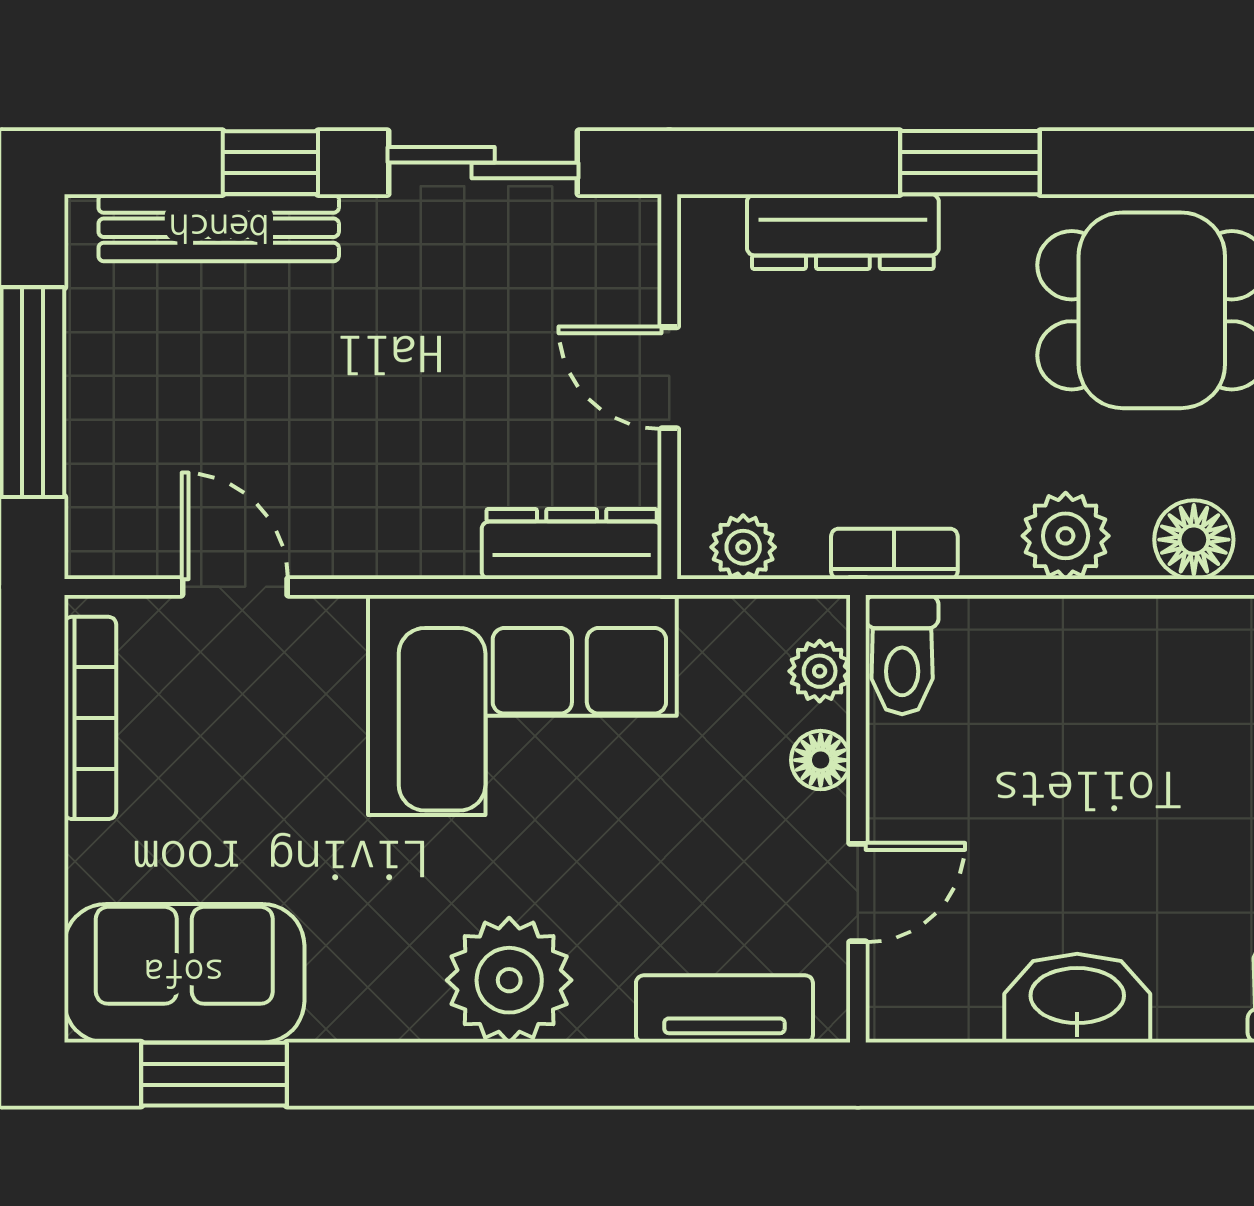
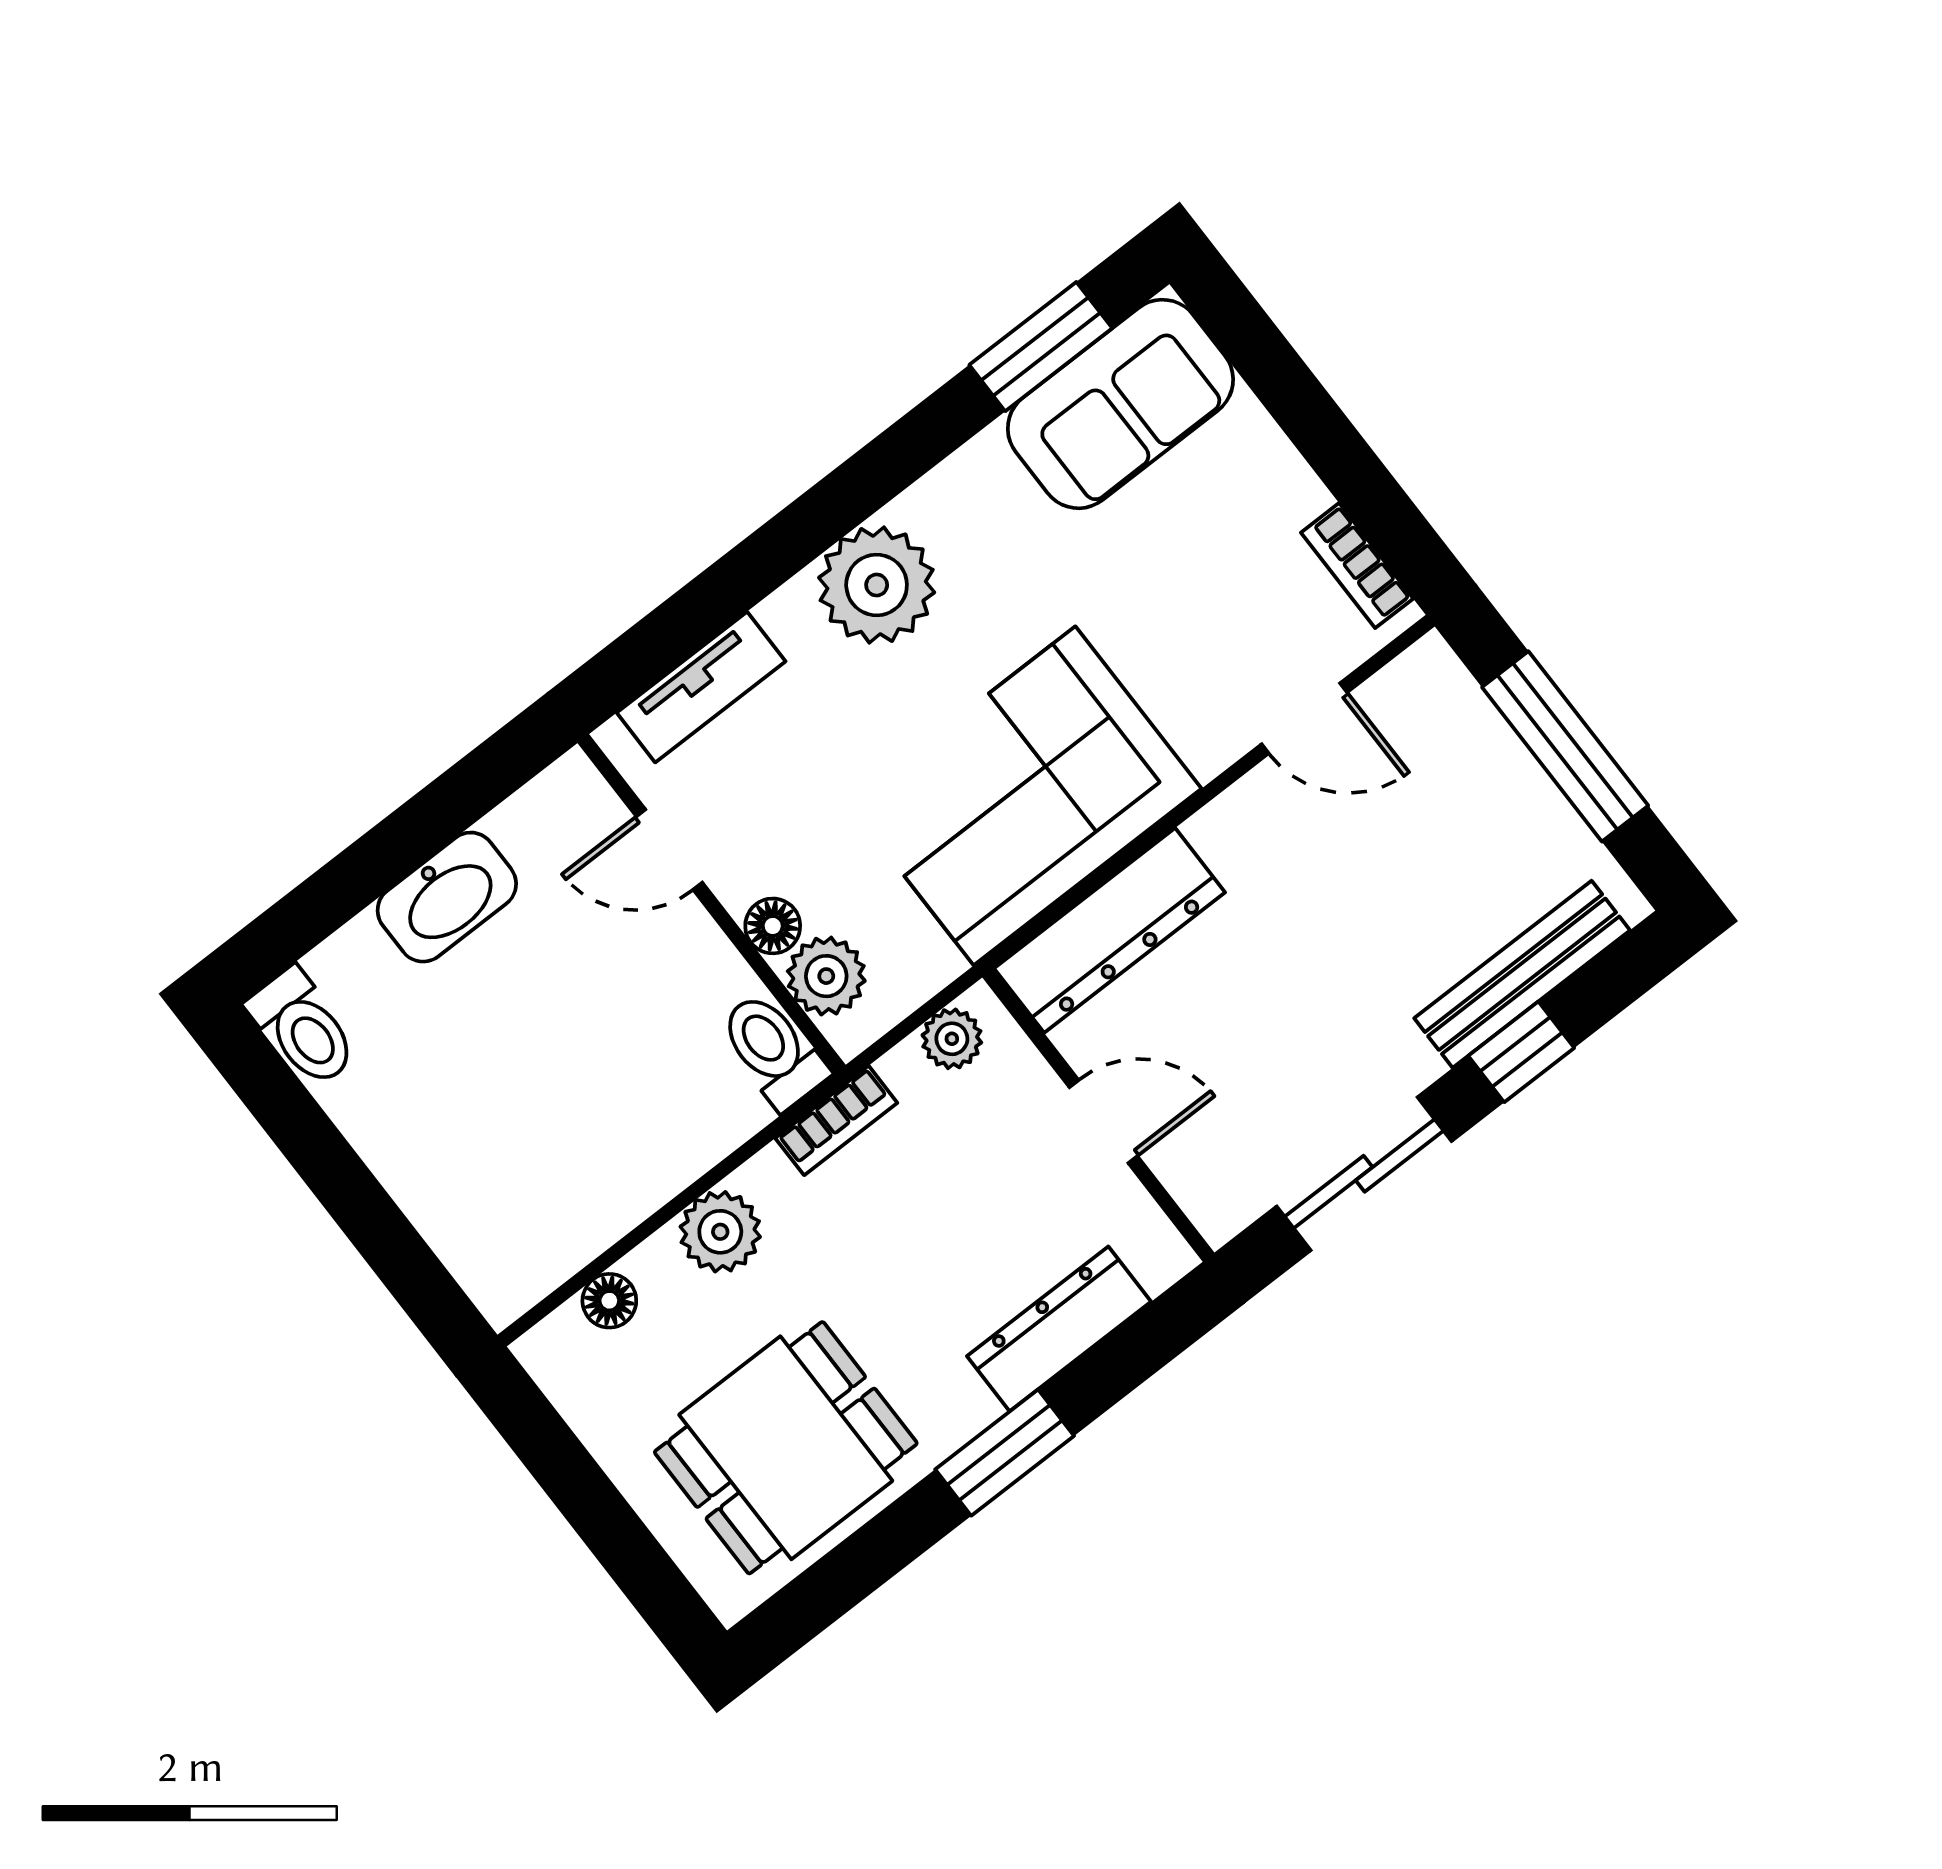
floor lamp: (1194, 540) -> (609, 1301), width x0.73, depth x0.73
dresser: (572, 544) -> (1110, 930), width x1.37, depth x1.24
plant: (820, 671) -> (826, 976), width x1.38, depth x1.38
bookcase: (90, 718) -> (1357, 566), width x0.64
door: (858, 893) -> (669, 849), hinge flipped

